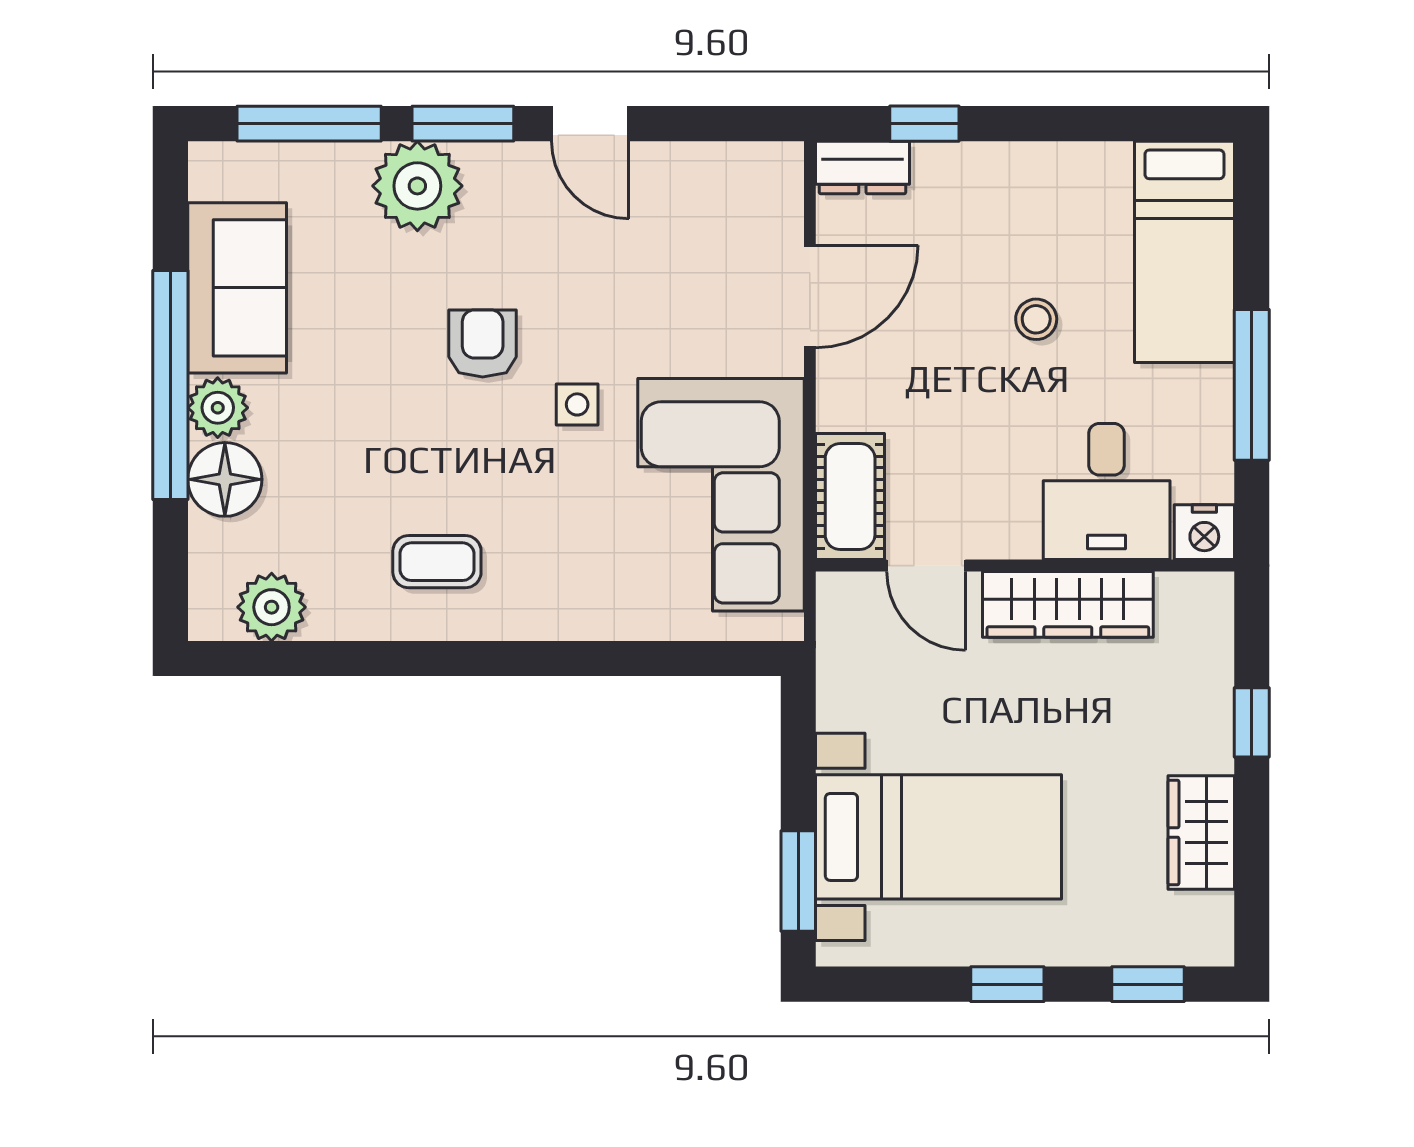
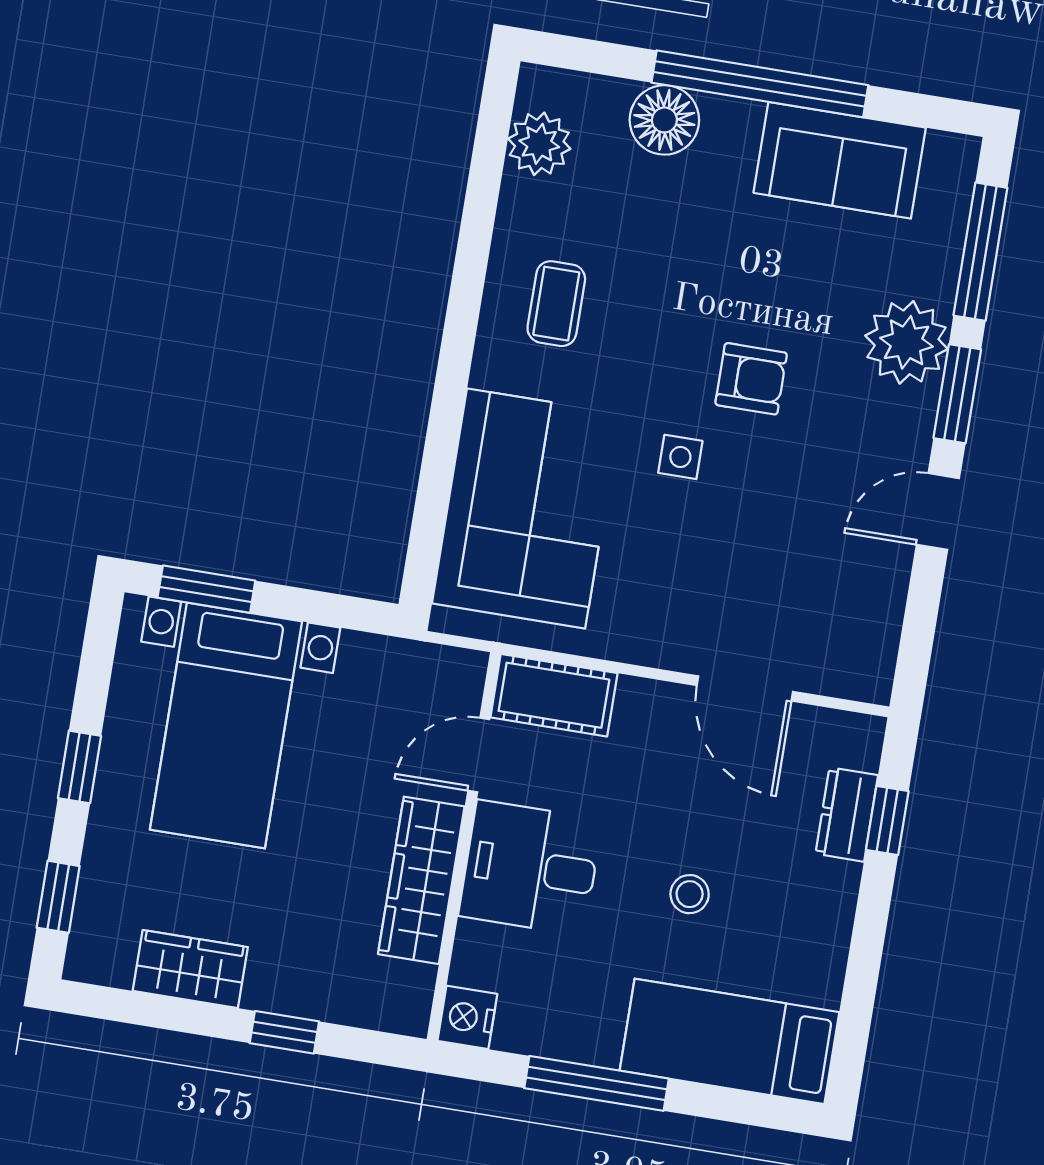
dresser: (862, 167) -> (847, 814), moved
plant: (218, 408) -> (732, 124), removed
desk: (1107, 492) -> (530, 868), moved
corner sofa: (721, 495) -> (526, 508), moved, turned 90

